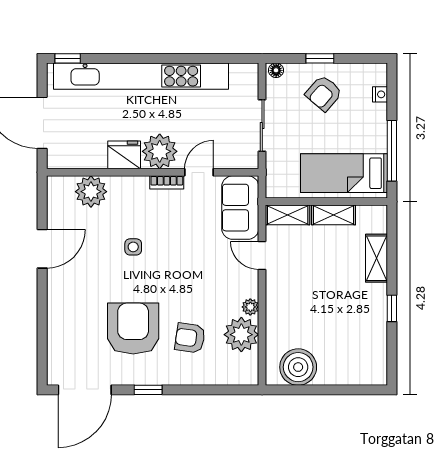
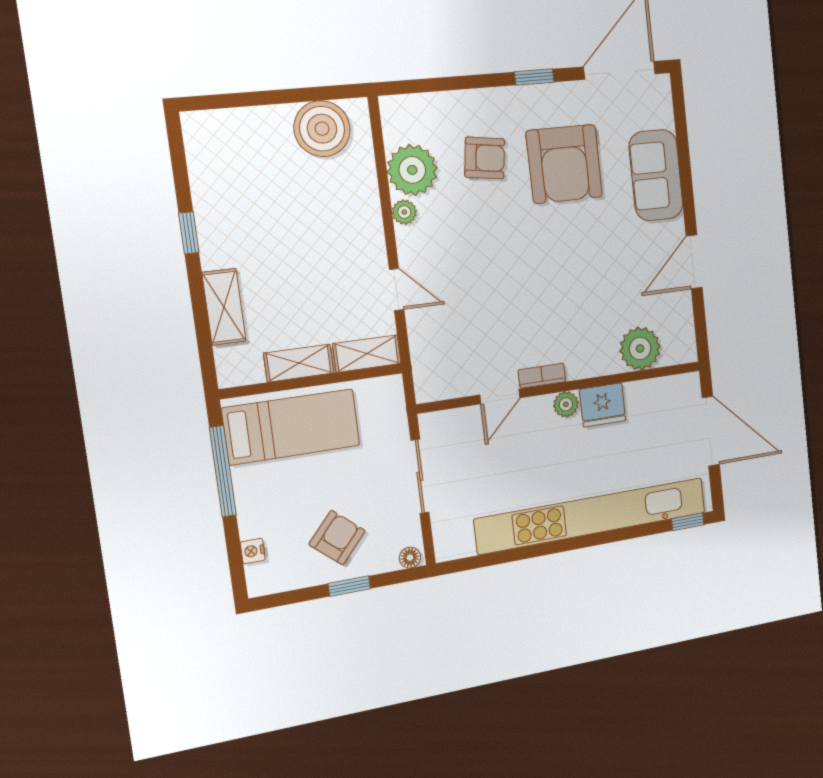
plant: (160, 151) -> (566, 404), width x0.53, depth x0.53
sofa: (240, 208) -> (656, 175), moved, turned 180
side table: (133, 247) -> (577, 279), removed

